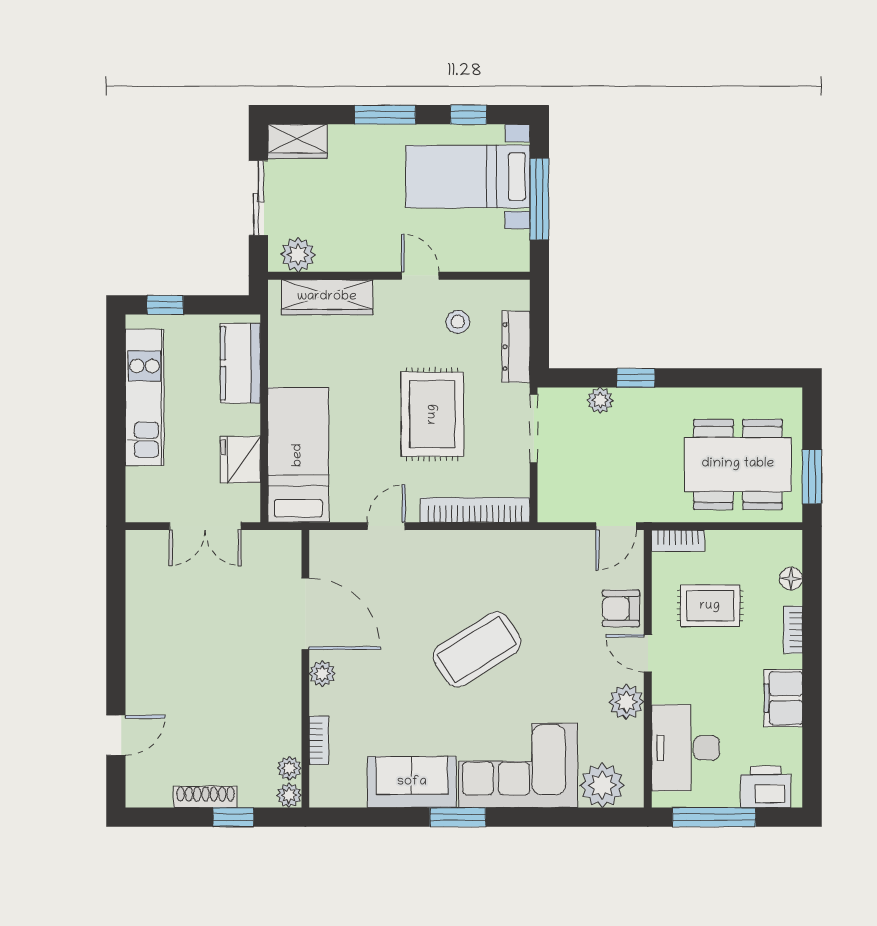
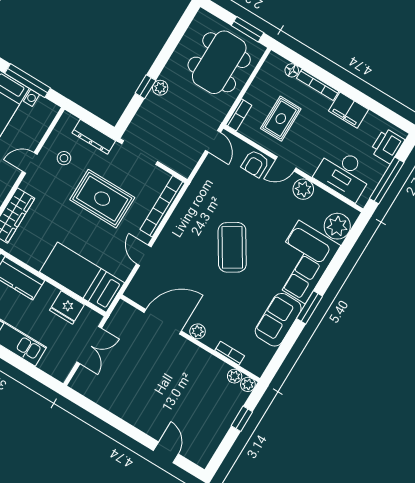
plant: (600, 400) -> (160, 88), moved
bookcase: (793, 630) -> (318, 85), width x1.56
shoe rack: (205, 797) -> (223, 426), removed

